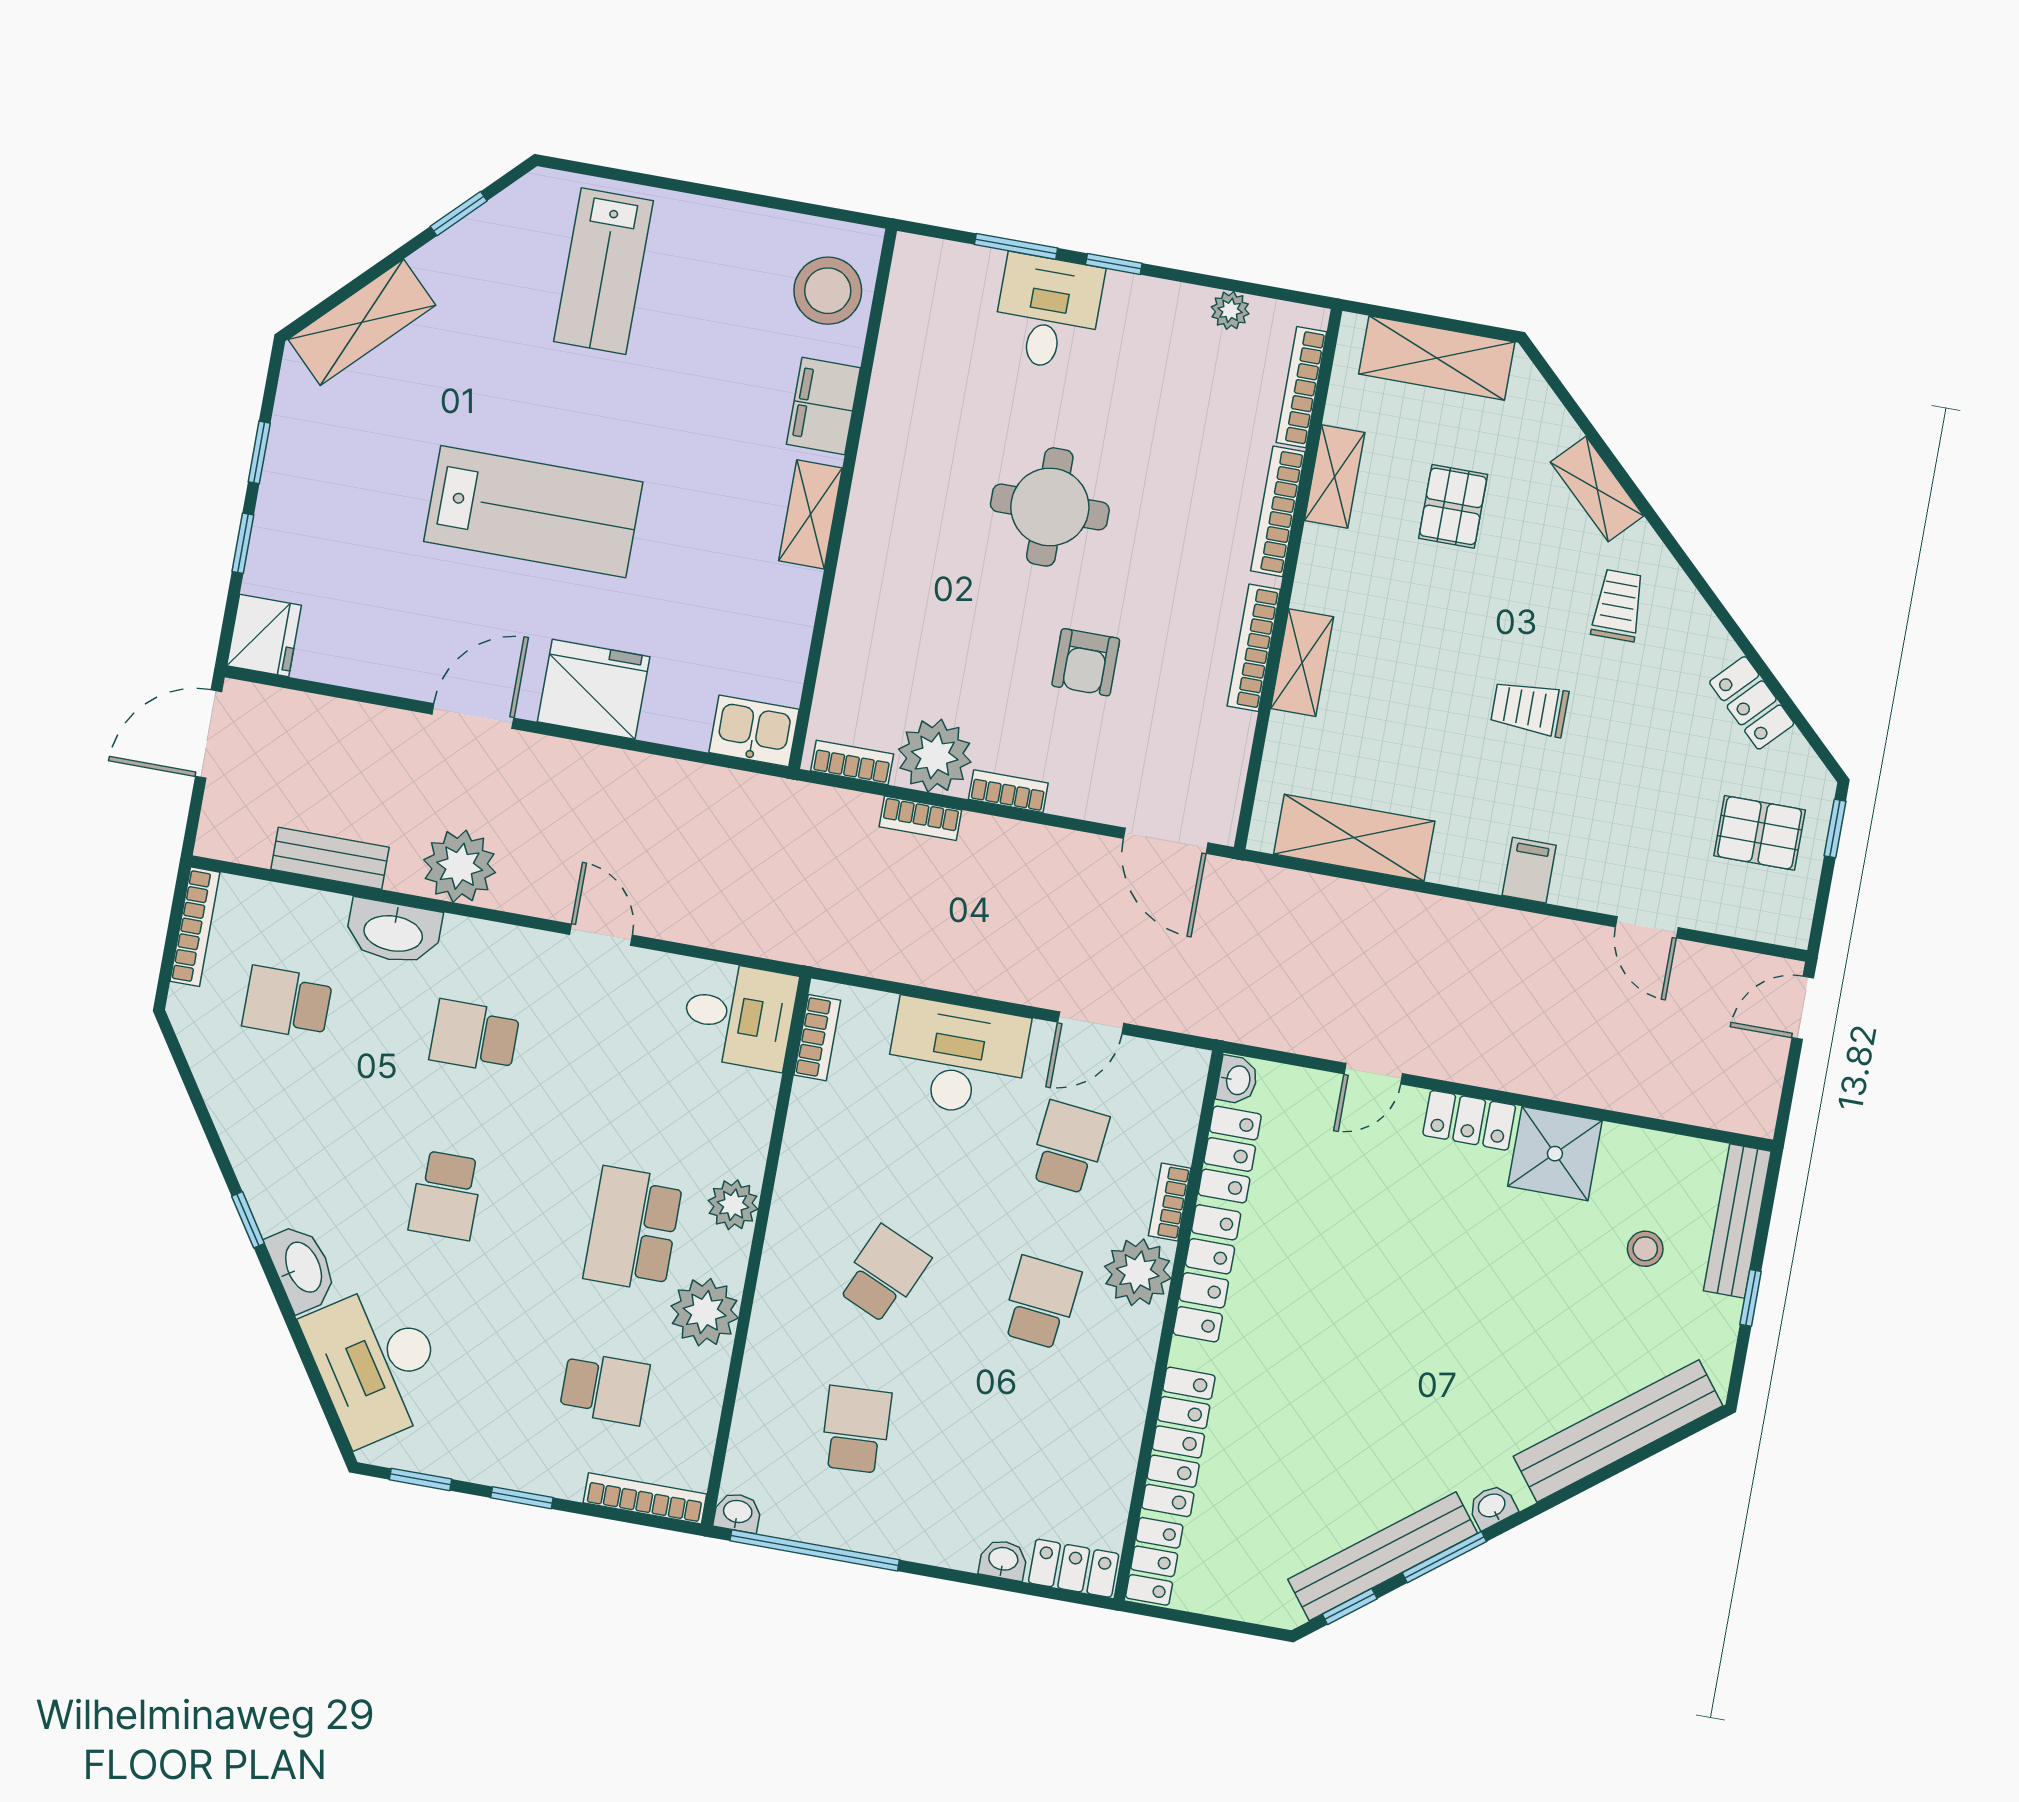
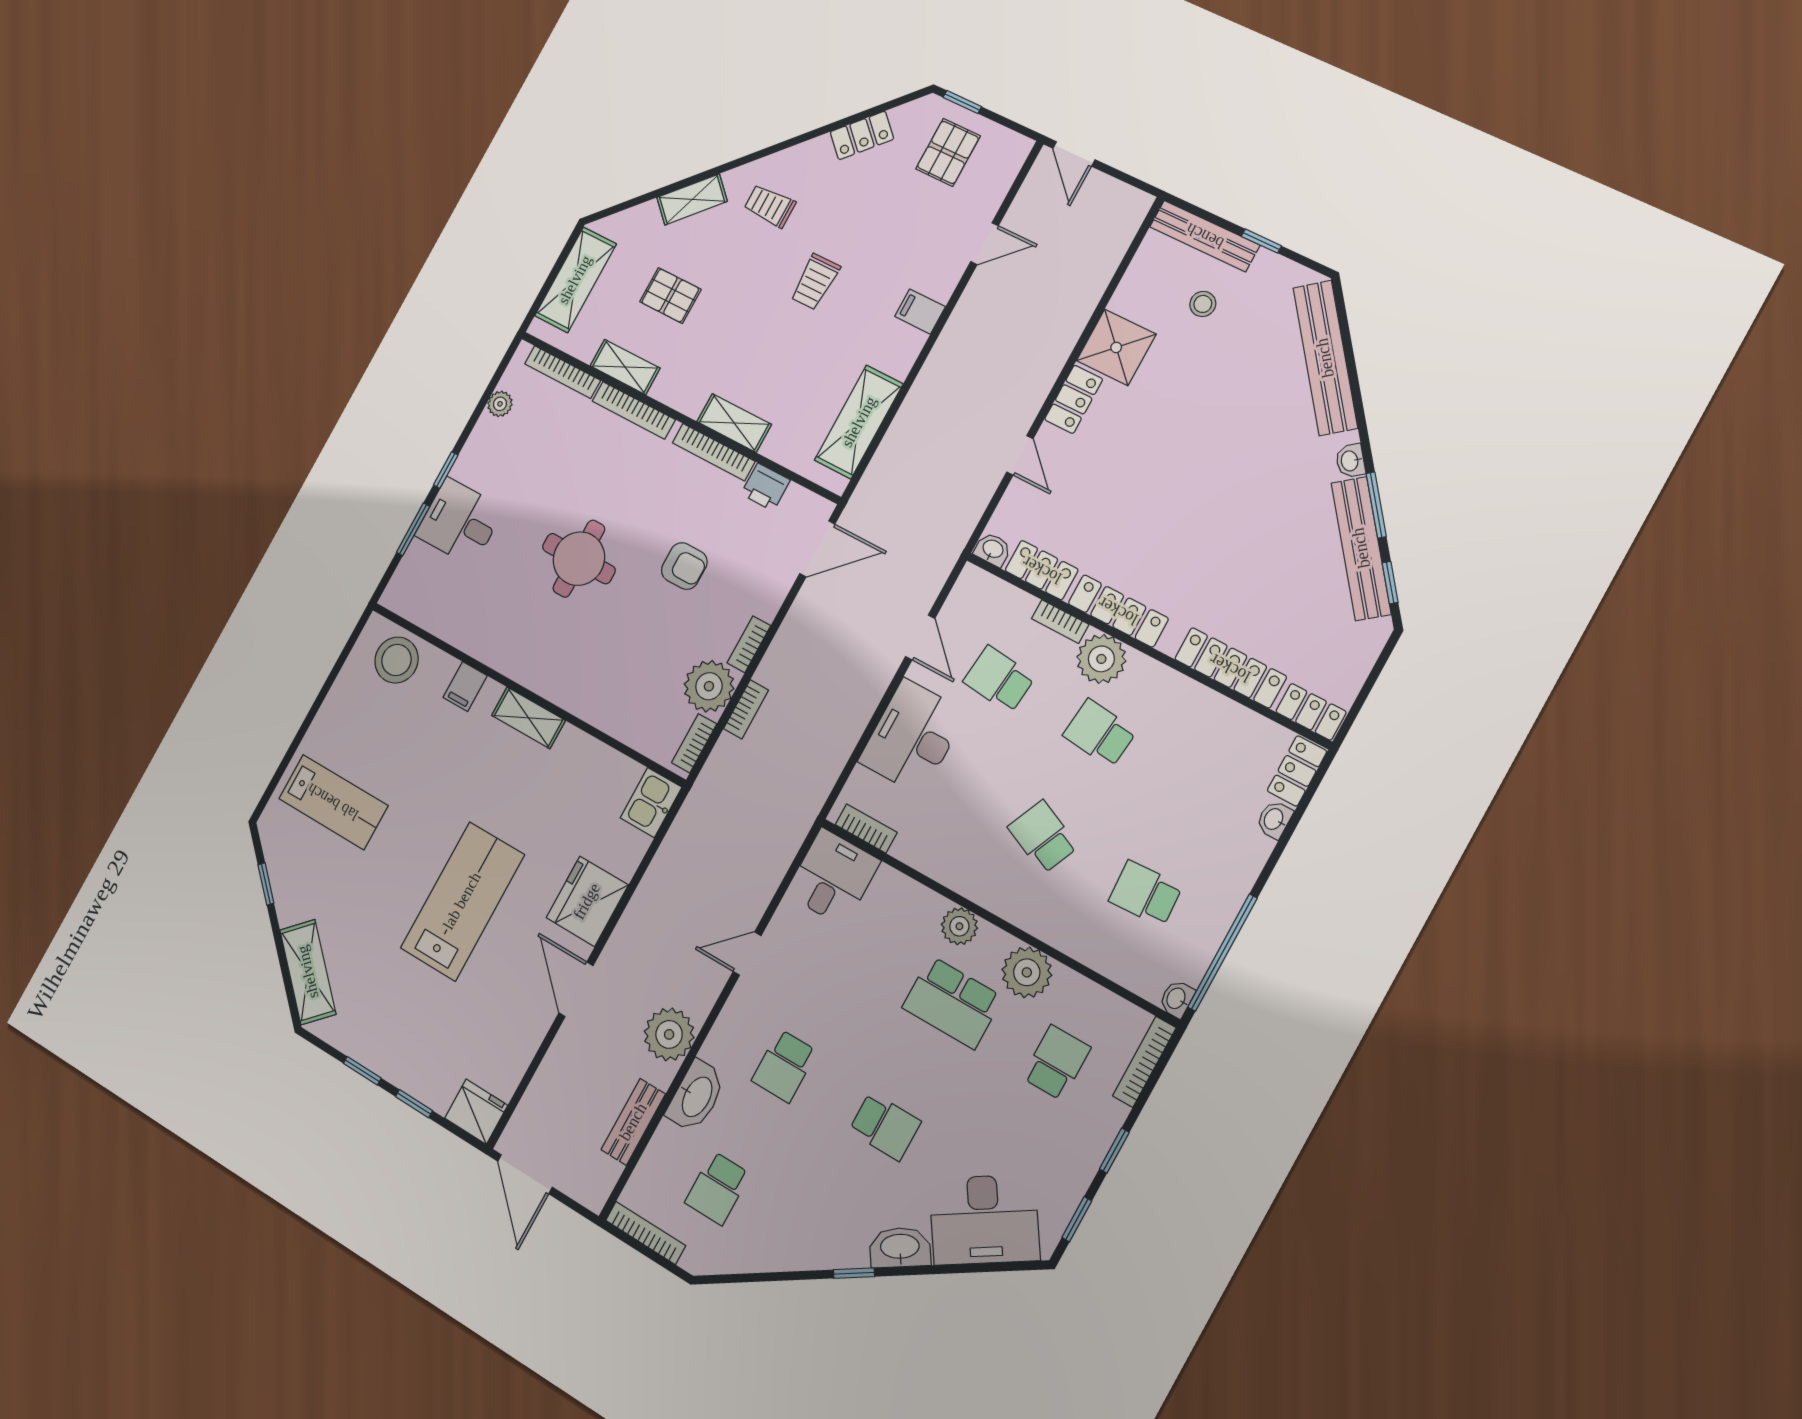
filing cabinet: (823, 406) -> (465, 687), width x0.50
printer: (1228, 738) -> (766, 487), added

